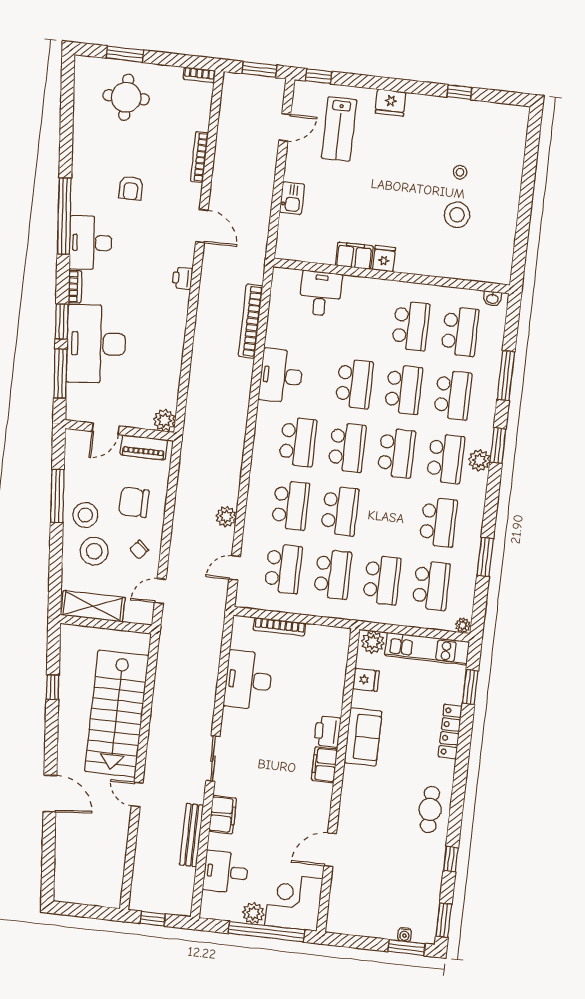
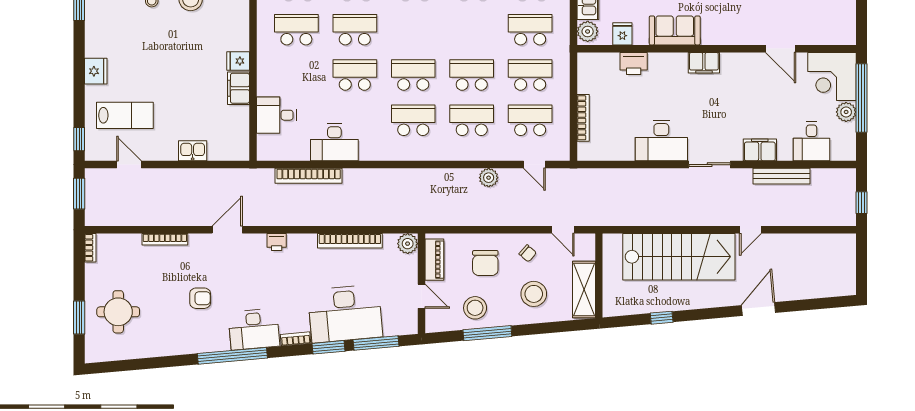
bookcase: (175, 358) -> (350, 241), added
desk: (281, 376) -> (334, 142), moved
school desk: (396, 453) -> (413, 30), removed
stool: (85, 515) -> (475, 308), moved
desk: (248, 680) -> (661, 141), moved
printer: (327, 732) -> (634, 63), moved

